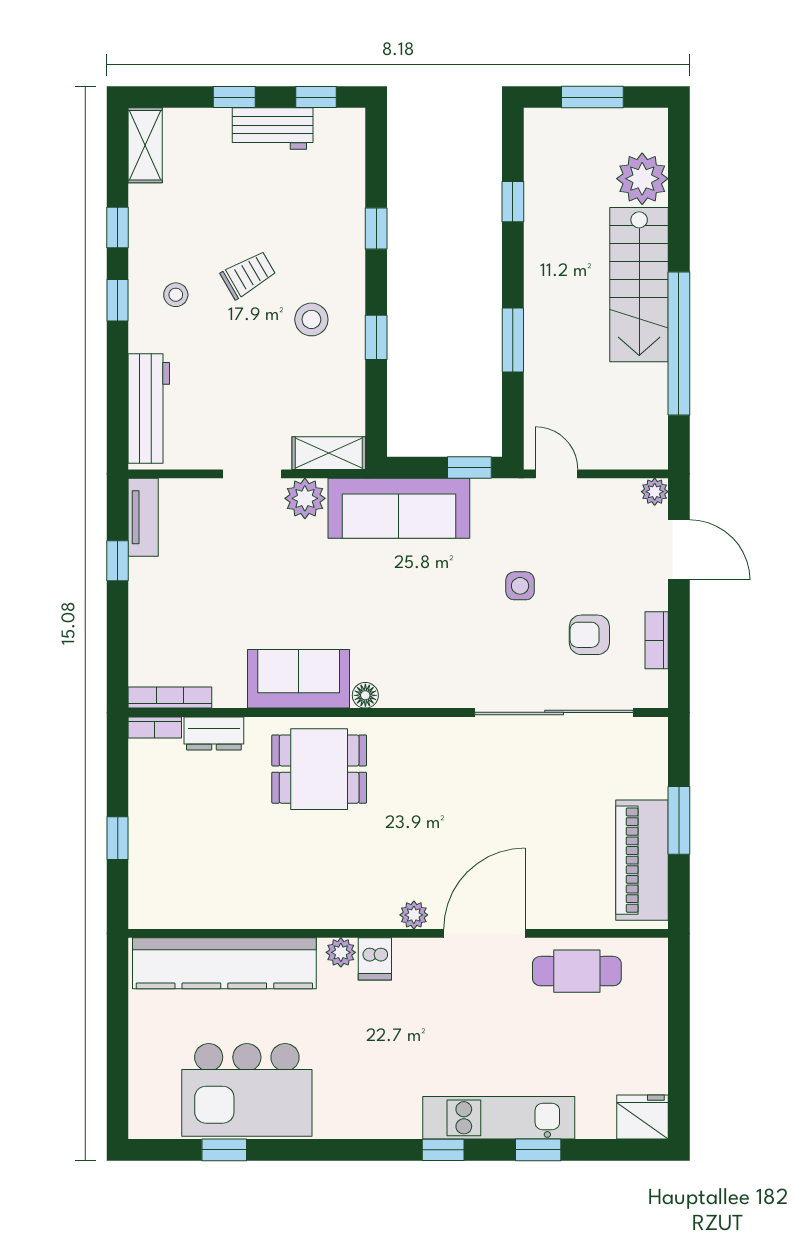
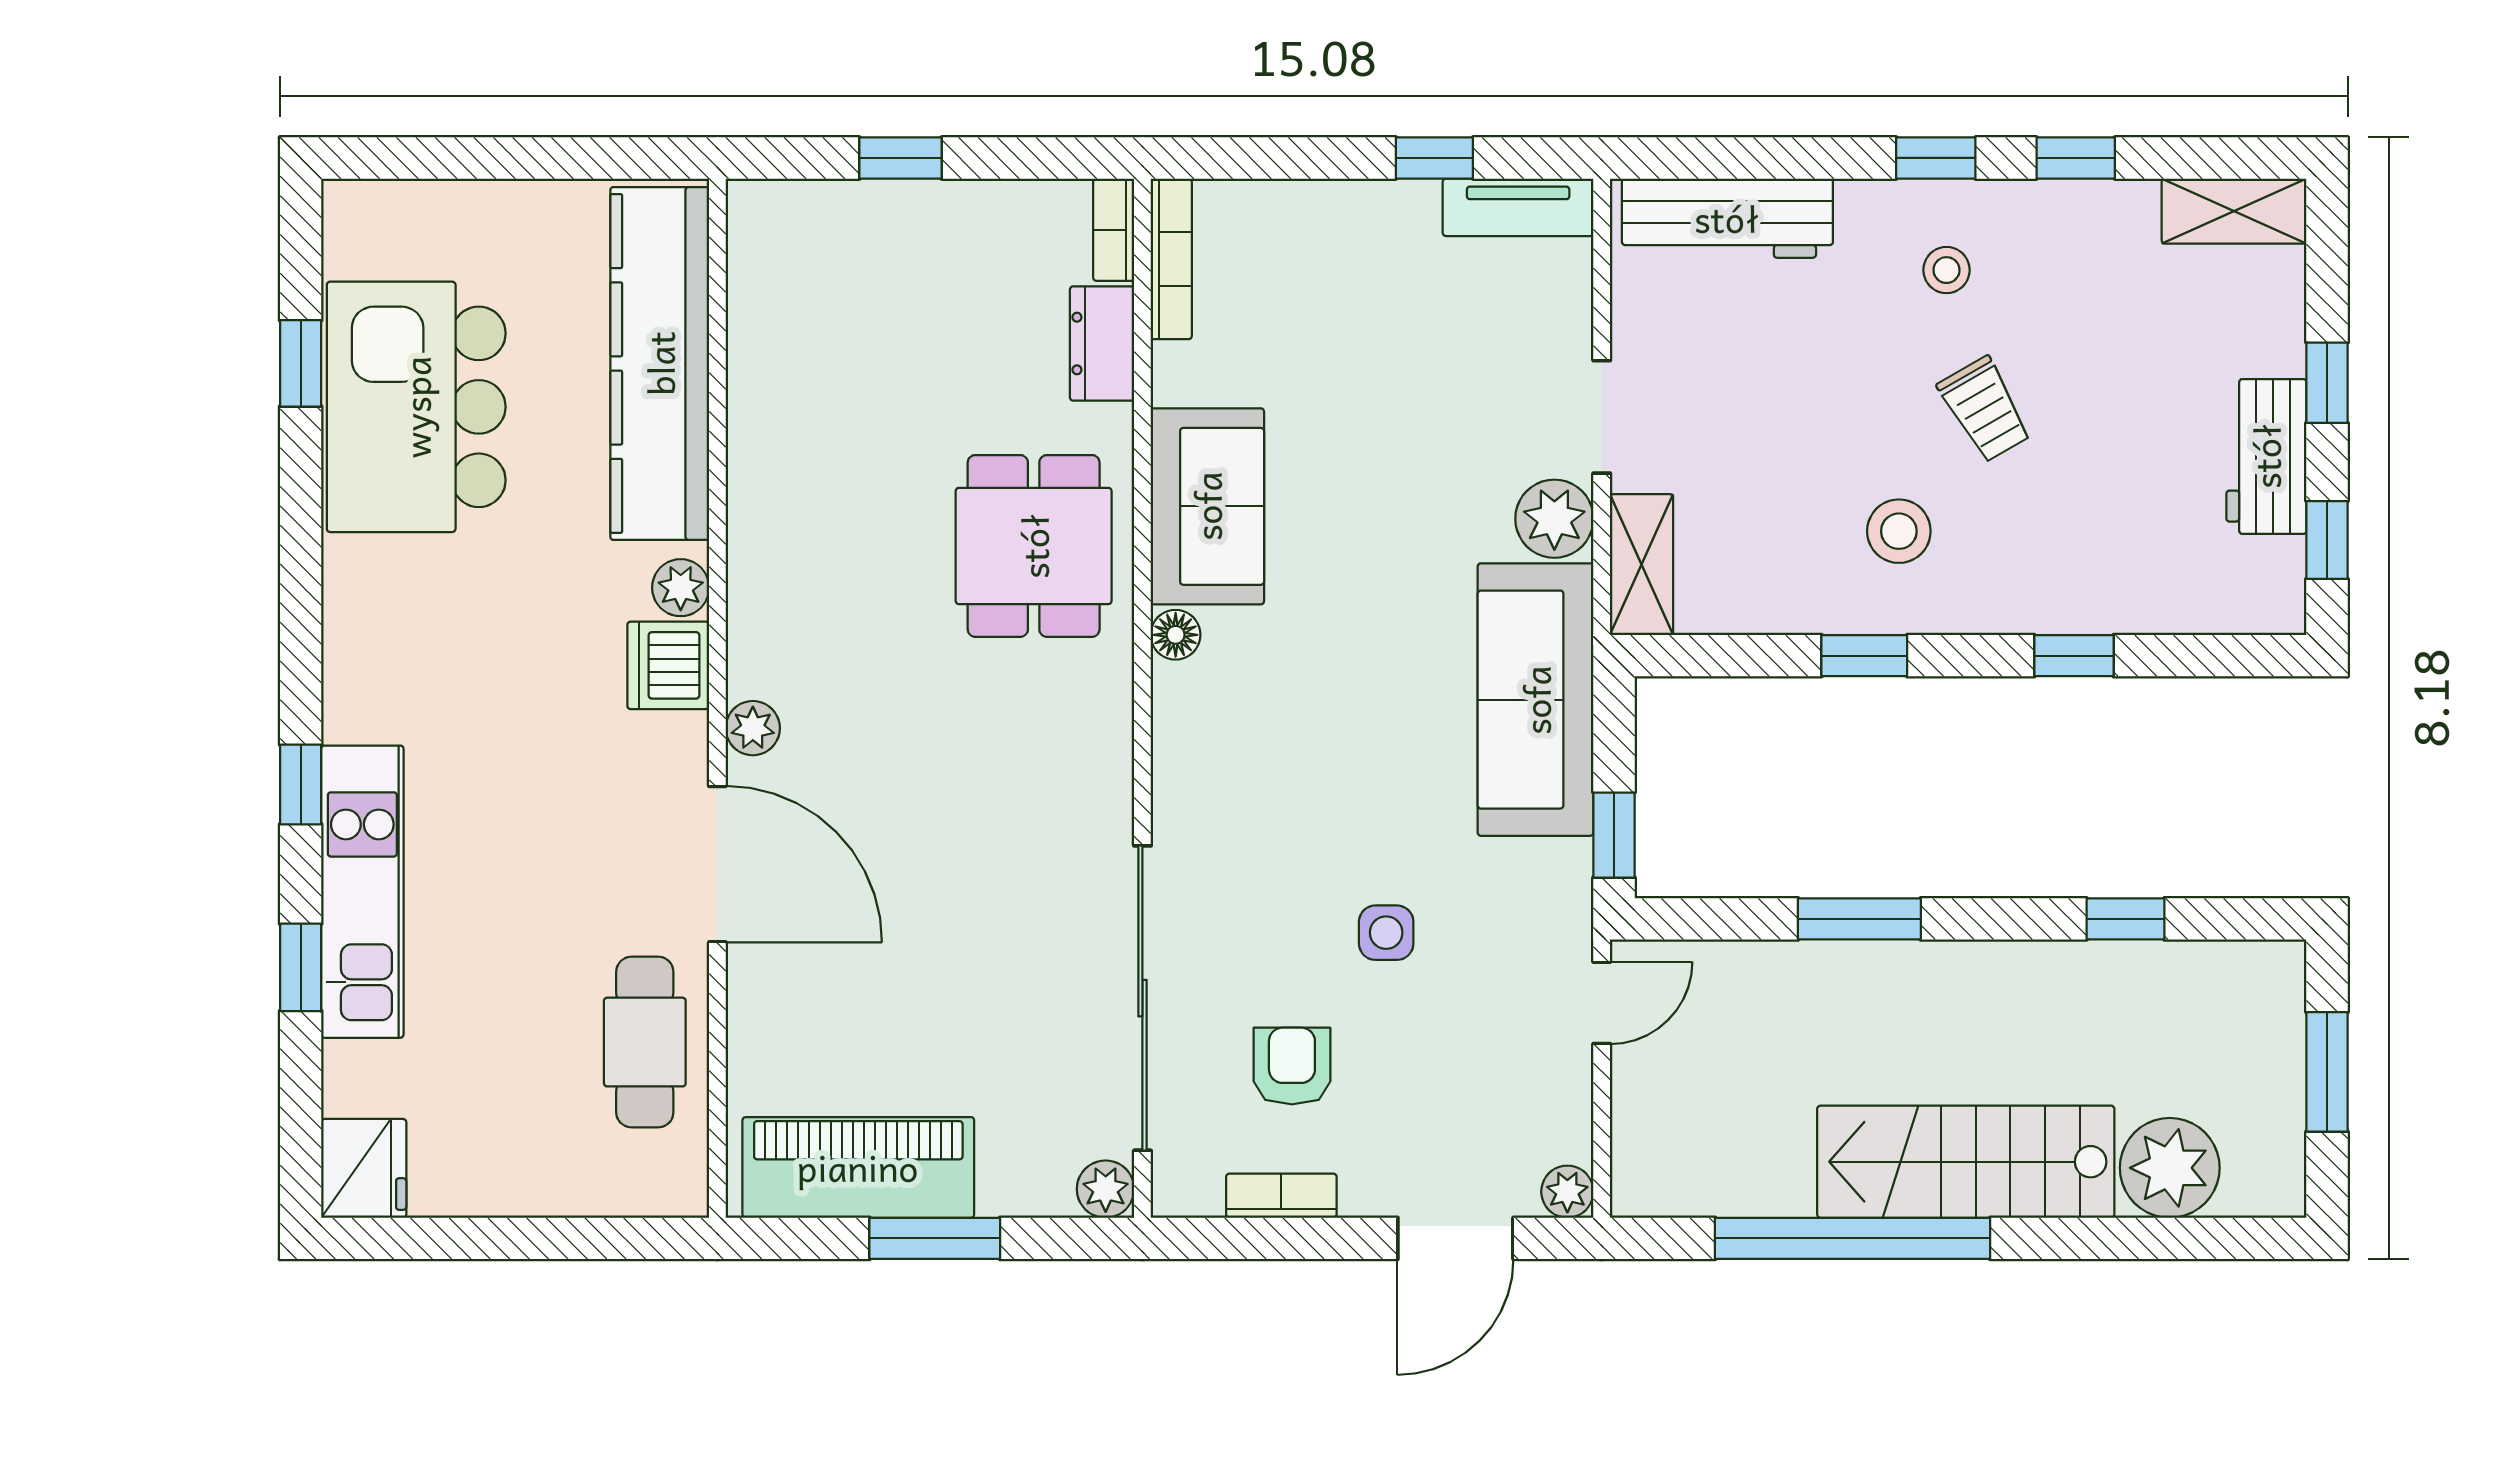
plant: (653, 732) -> (1106, 1189), added
dishwasher: (375, 959) -> (668, 665), width x1.38

